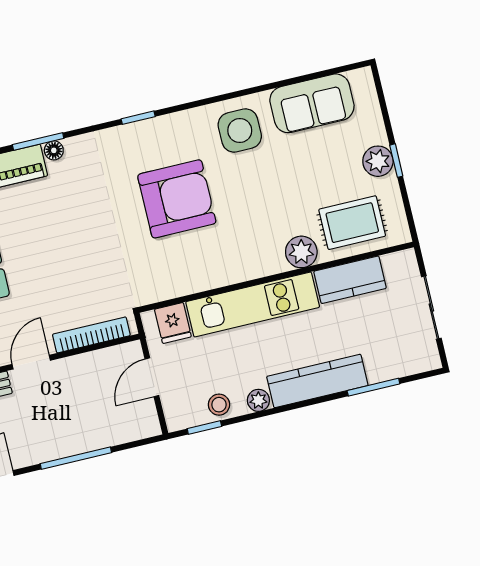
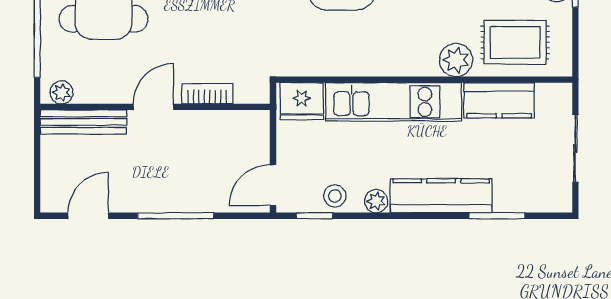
fridge: (173, 323) -> (302, 101), width x1.38
bookcase: (91, 335) -> (207, 94), width x0.64
door: (152, 377) -> (273, 185), moved

